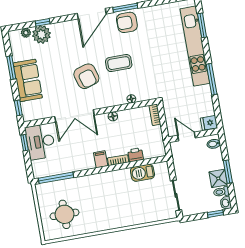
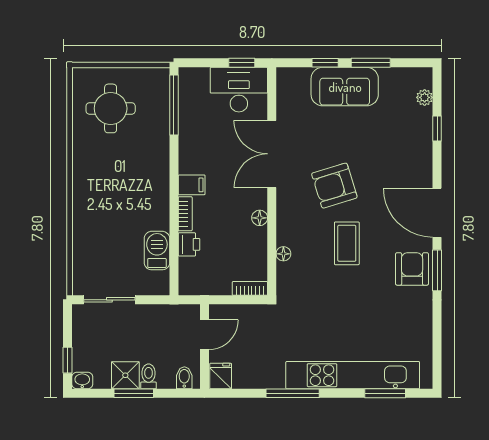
plant: (42, 34) -> (417, 123), removed
window: (18, 108) -> (325, 63), moved
toilet: (221, 192) -> (149, 376), moved

